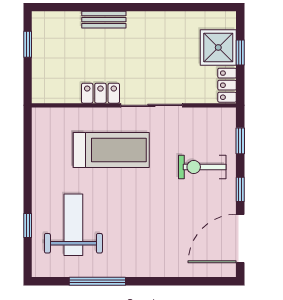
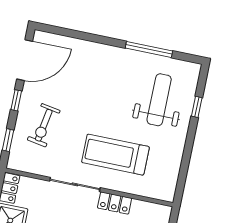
exercise bike: (202, 167) -> (44, 125), turned 100
weight bench: (73, 225) -> (159, 100), turned 180

